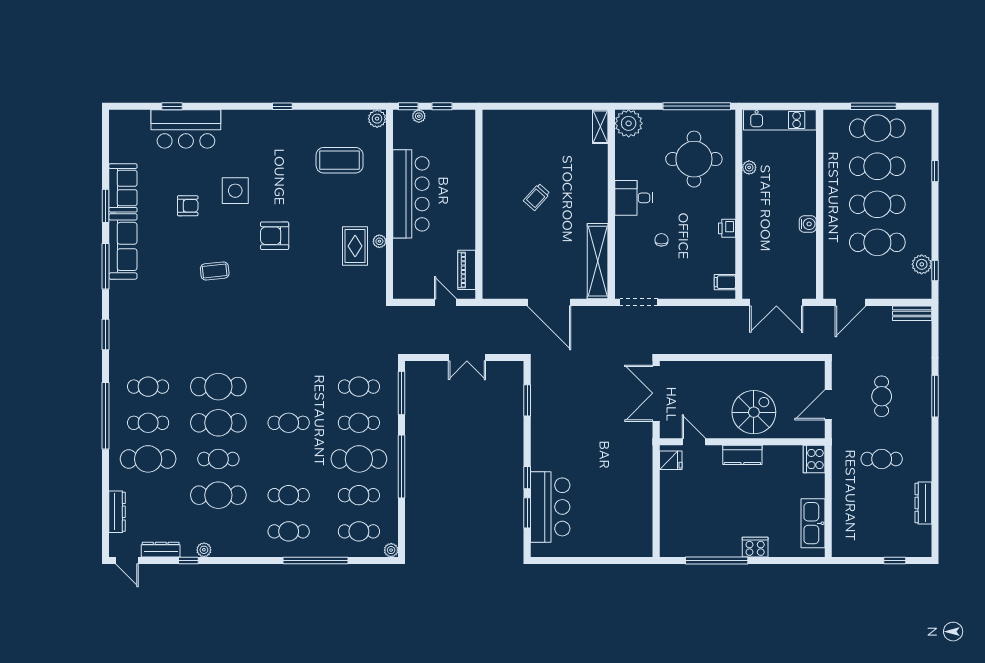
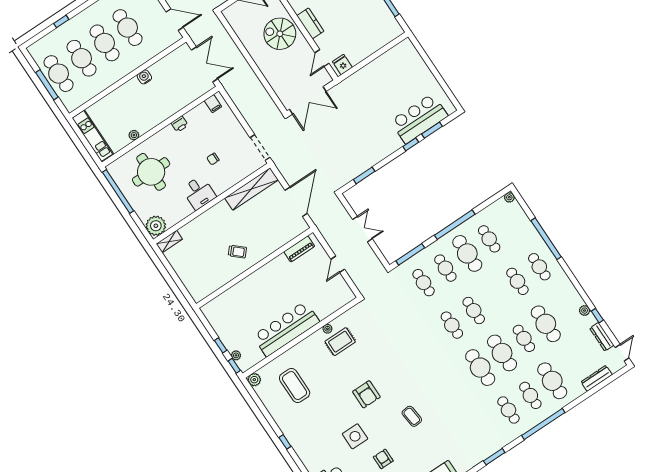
wall: (479, 204) -> (255, 268), moved
piano: (467, 270) -> (299, 249), moved
cafe table: (359, 531) -> (452, 325), moved

